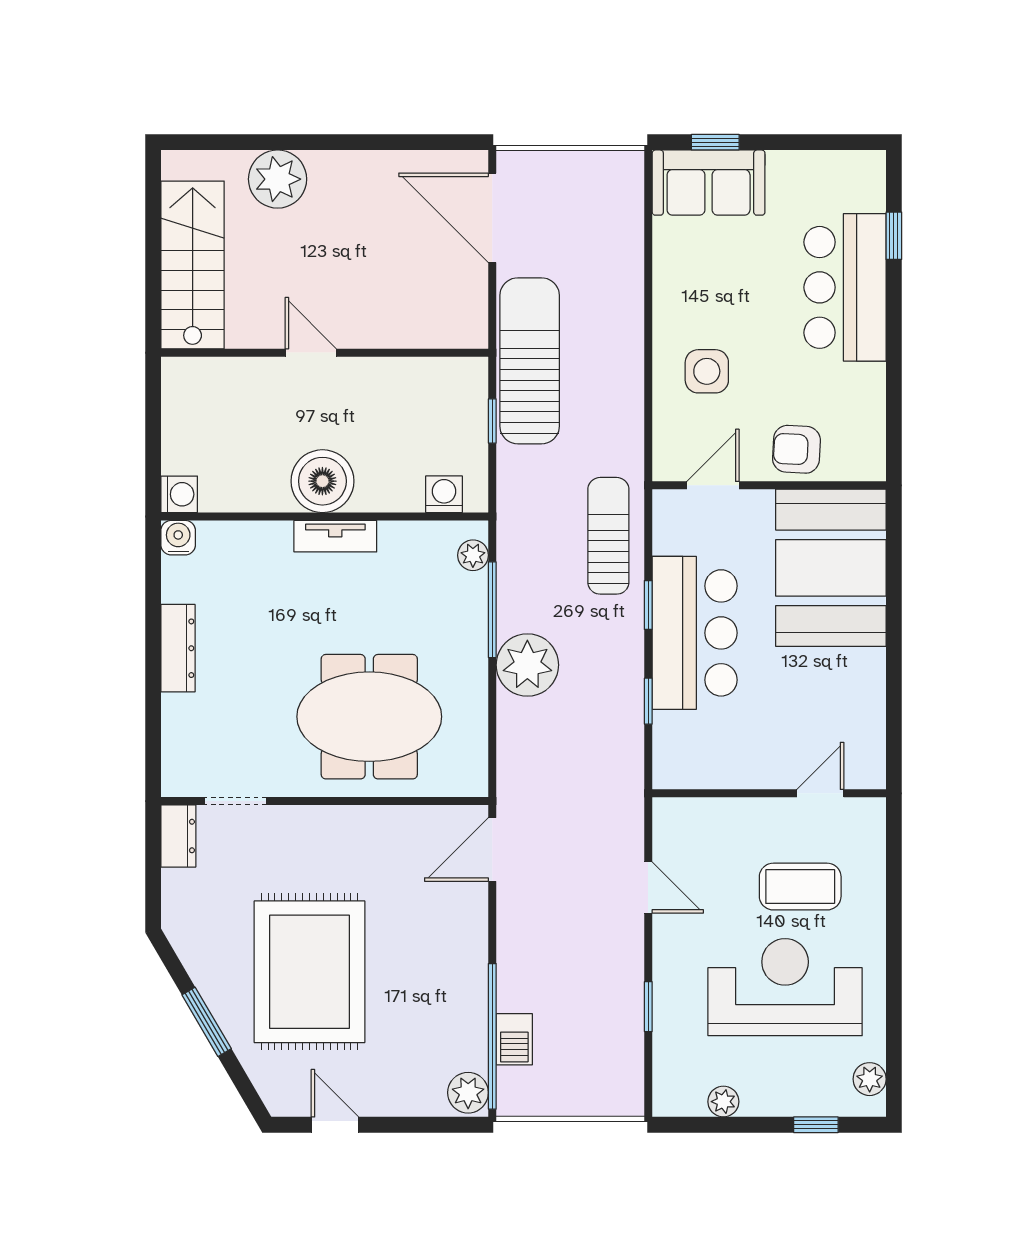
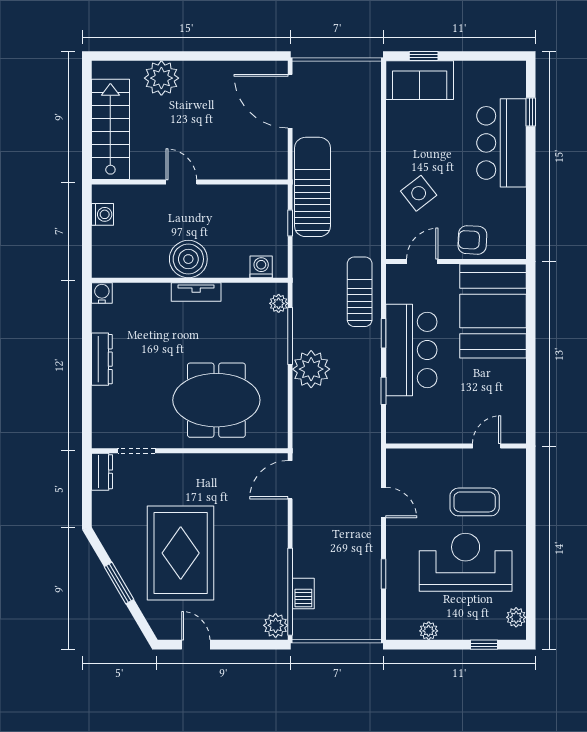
side table: (707, 371) -> (419, 193), turned -38
washing machine: (179, 494) -> (102, 214), moved

